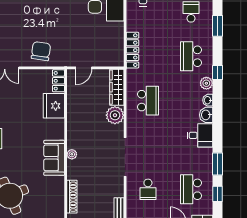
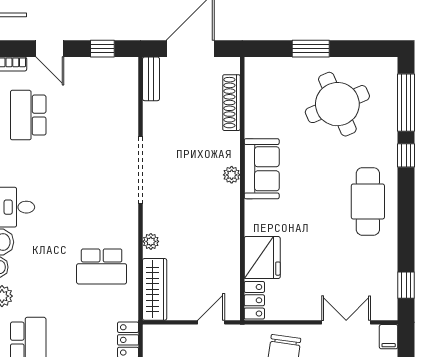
school desk: (148, 101) -> (102, 266), turned -90
plant: (115, 115) -> (151, 241), width x0.53, depth x0.53
school desk: (148, 189) -> (102, 115), removed
school desk: (191, 189) -> (28, 115), turned 180

